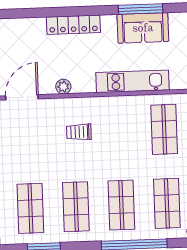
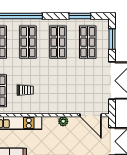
door: (22, 97) -> (91, 115), hinge flipped
trolley: (79, 132) -> (25, 90), moved

